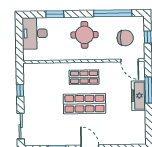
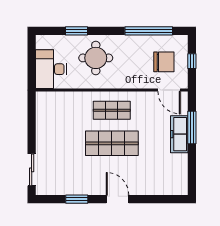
desk: (35, 33) -> (51, 69), moved
round table: (84, 35) -> (96, 58), moved
window: (20, 90) -> (32, 125), removed

